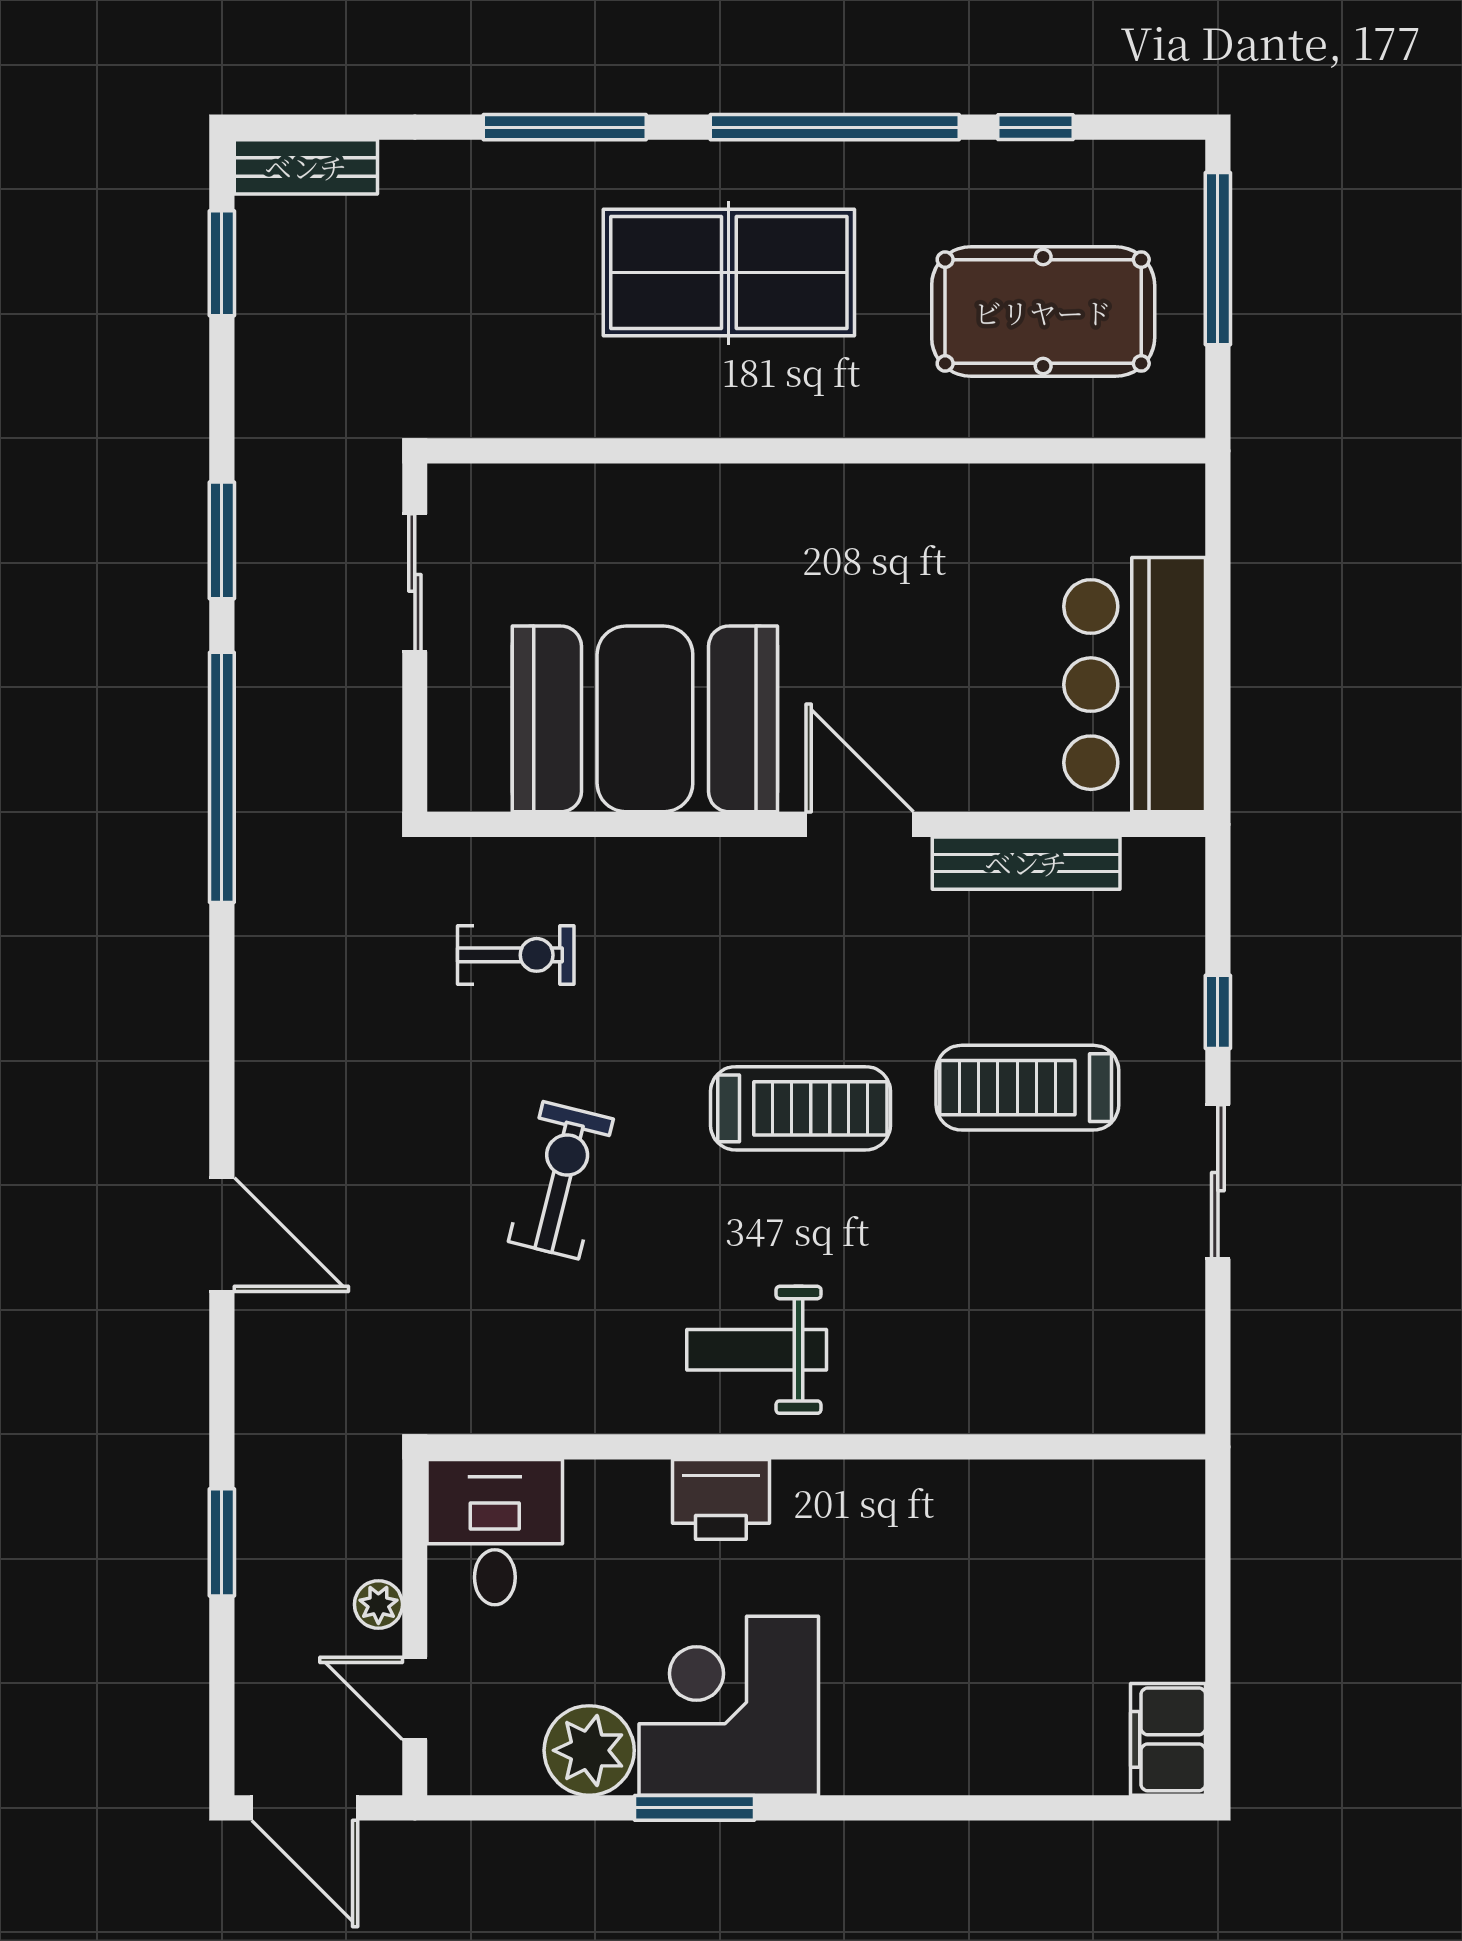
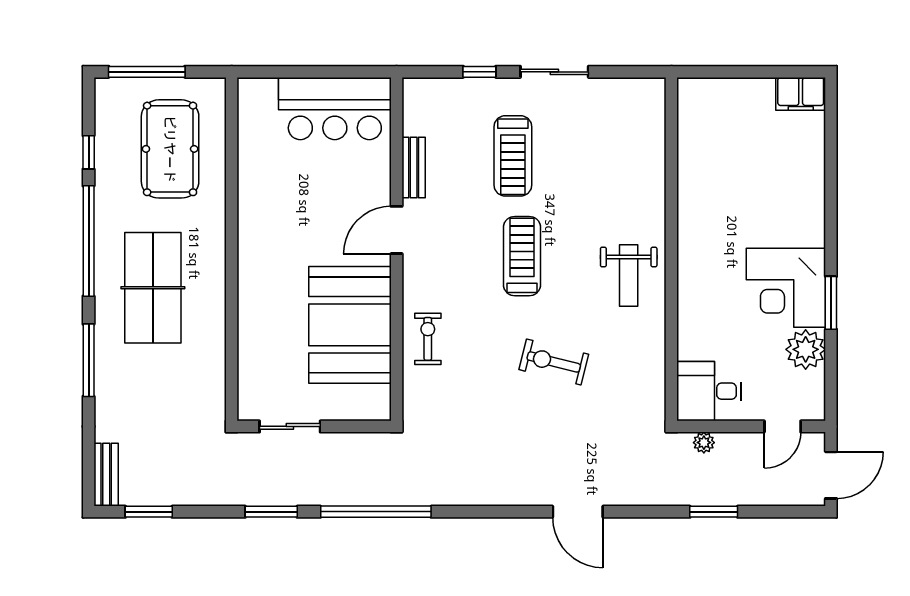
bench: (1026, 863) -> (414, 167), width x0.73
exercise bike: (516, 955) -> (428, 339), moved
door: (222, 1235) -> (578, 512), swing flipped
printer: (721, 1499) -> (695, 291), removed
plant: (378, 1604) -> (704, 443), moved

